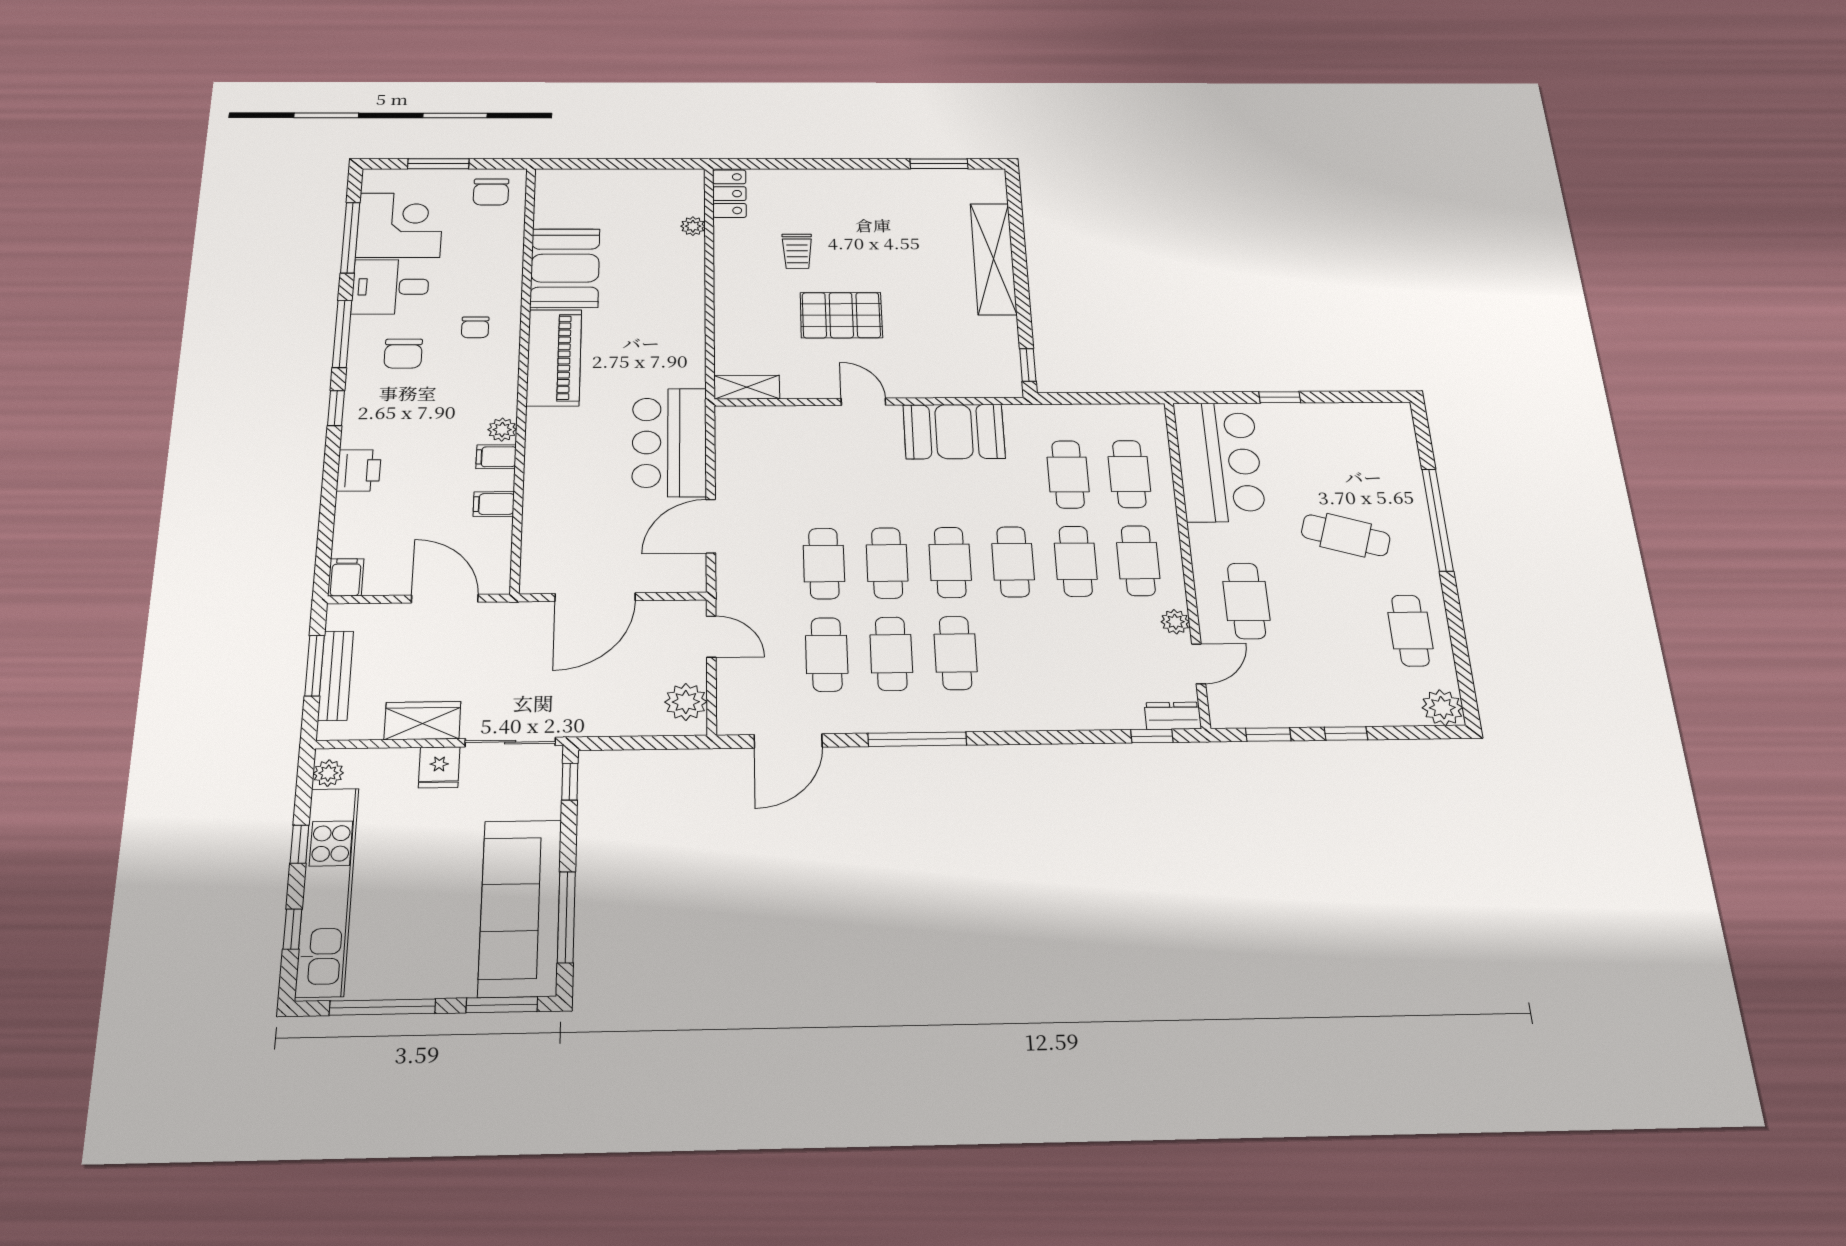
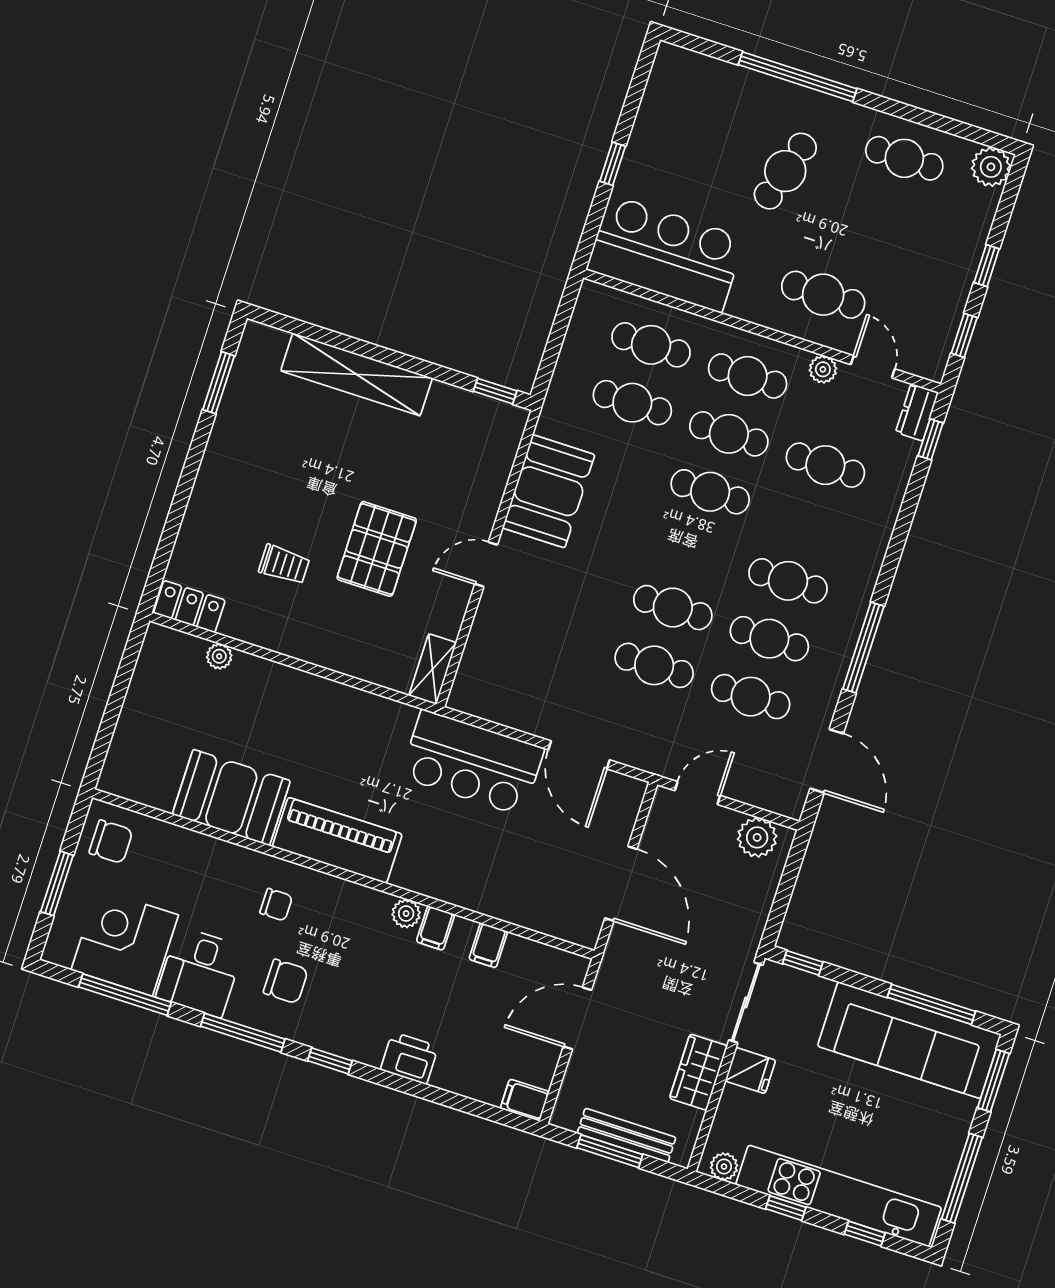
cafe table: (950, 562) -> (825, 465), moved

